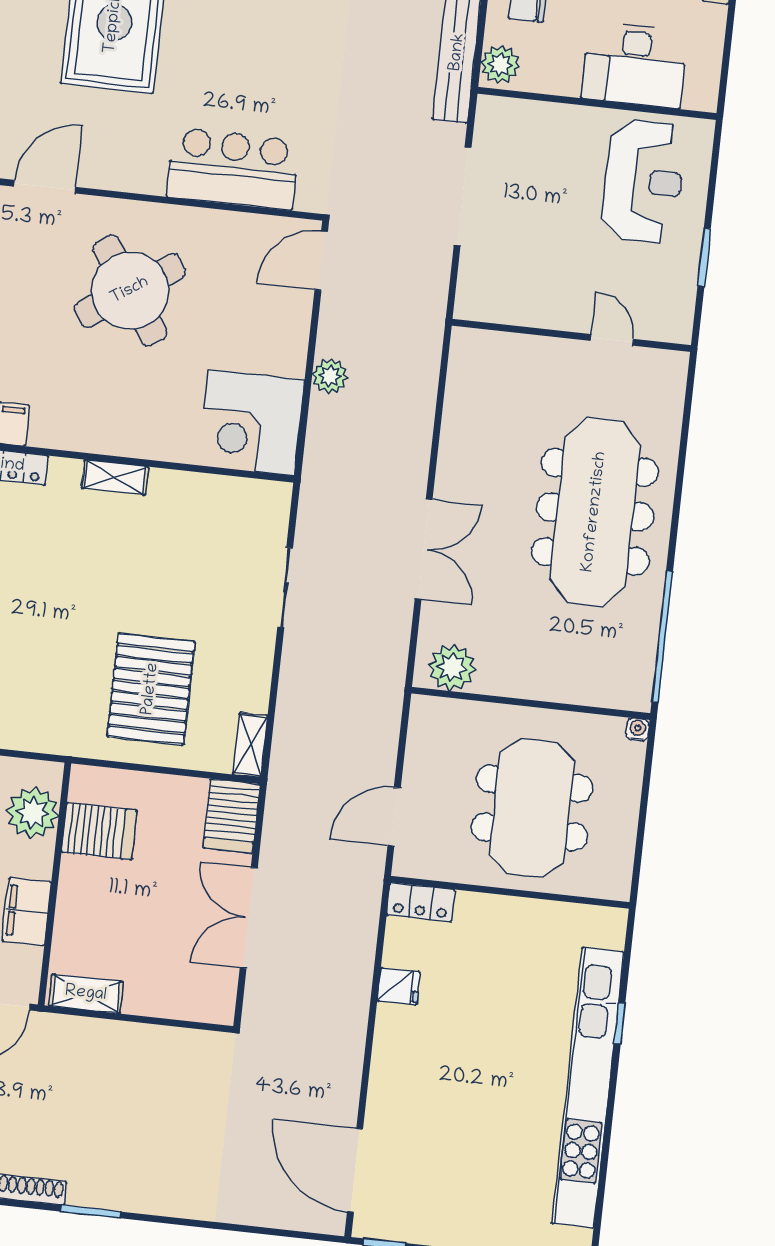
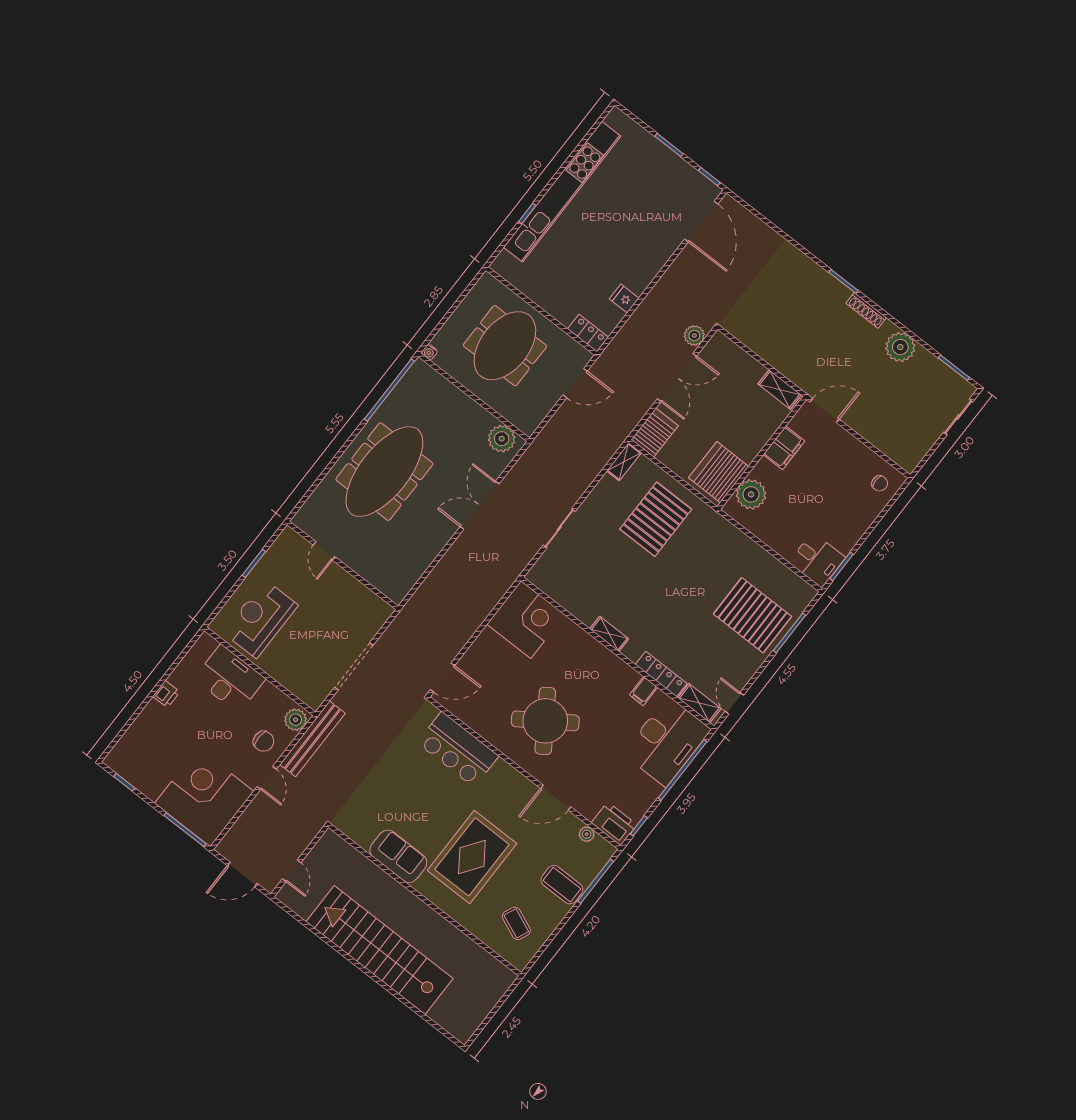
plant: (330, 376) -> (694, 336), moved
server rack: (99, 831) -> (719, 472), width x1.60

